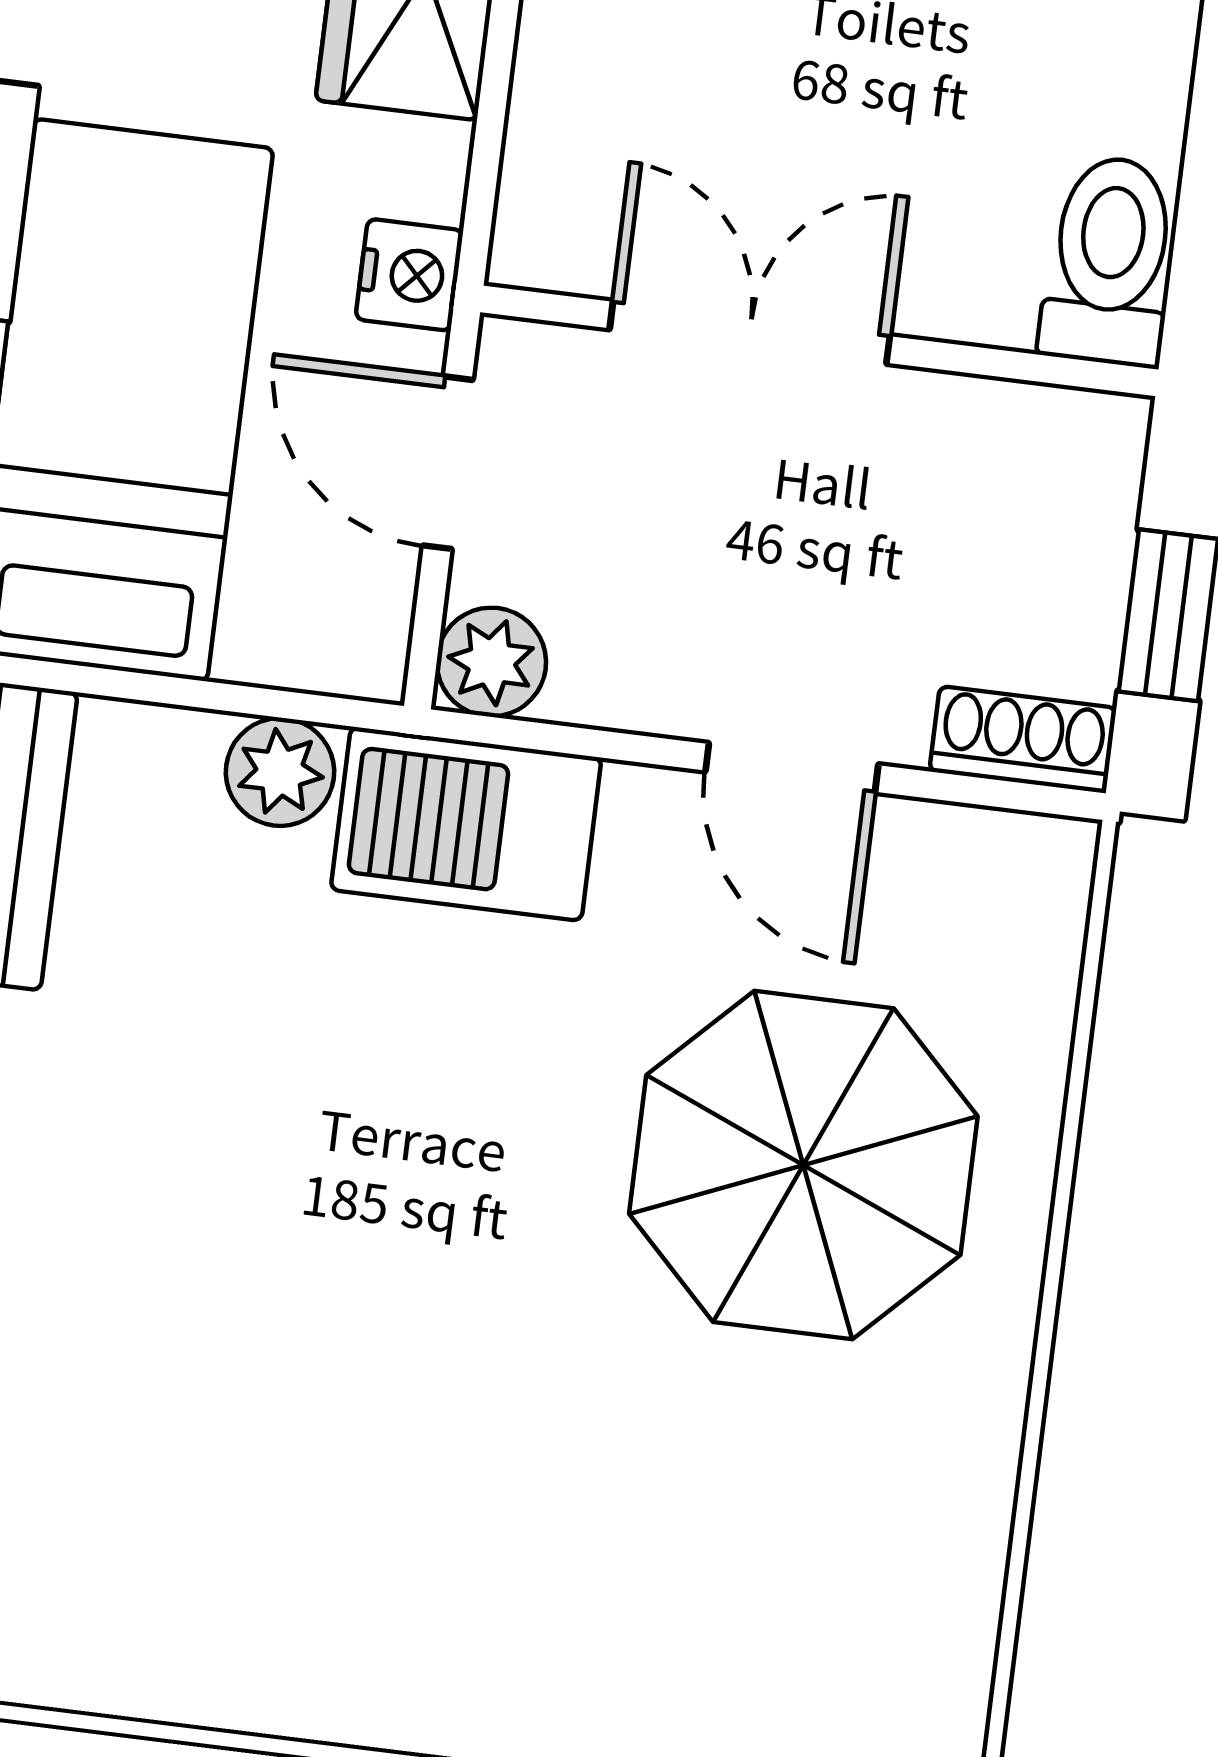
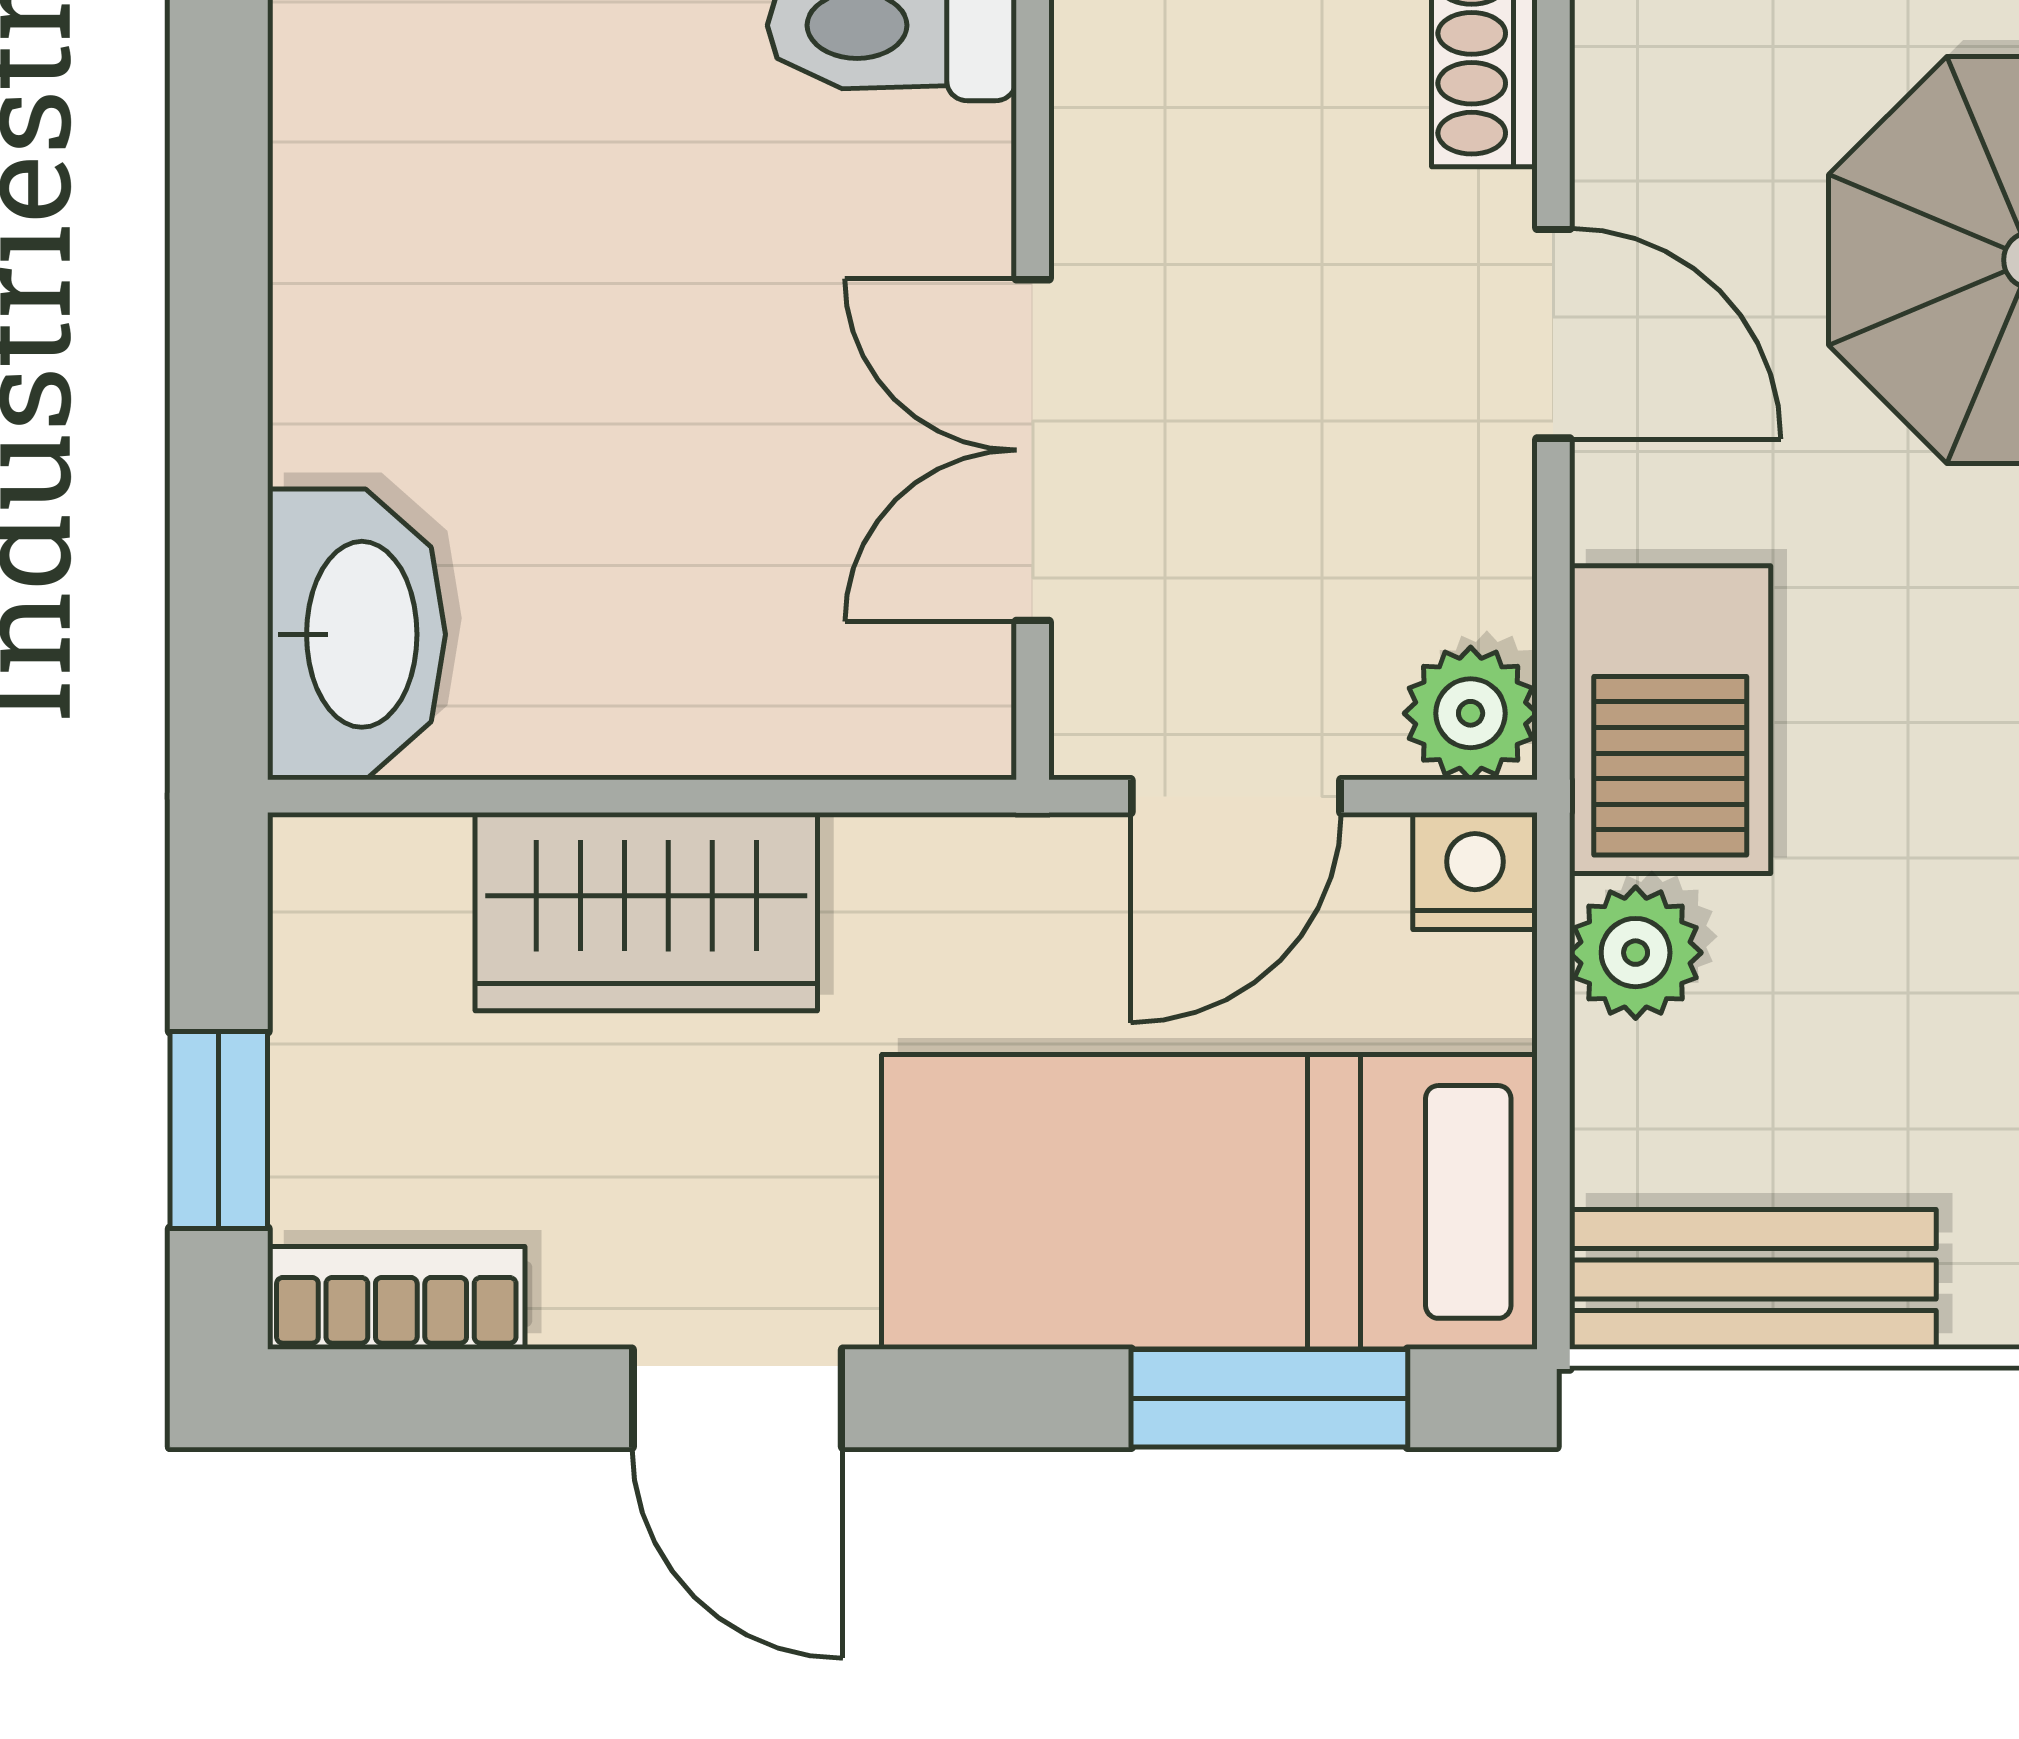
nightstand: (409, 275) -> (1475, 871), moved
door: (792, 768) -> (1553, 334), hinge flipped

